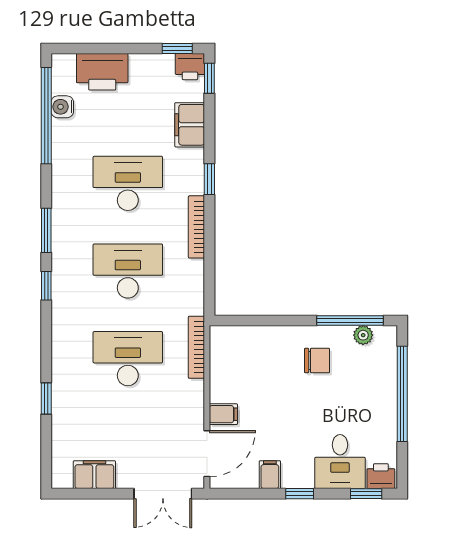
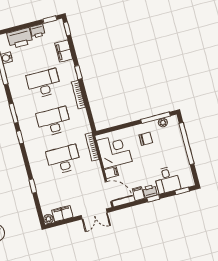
printer: (190, 67) -> (38, 31), moved
corner desk: (242, 369) -> (114, 151), added
door: (207, 454) -> (109, 192), hinge flipped
printer: (381, 476) -> (150, 191), moved
plant: (61, 478) -> (48, 219), added

